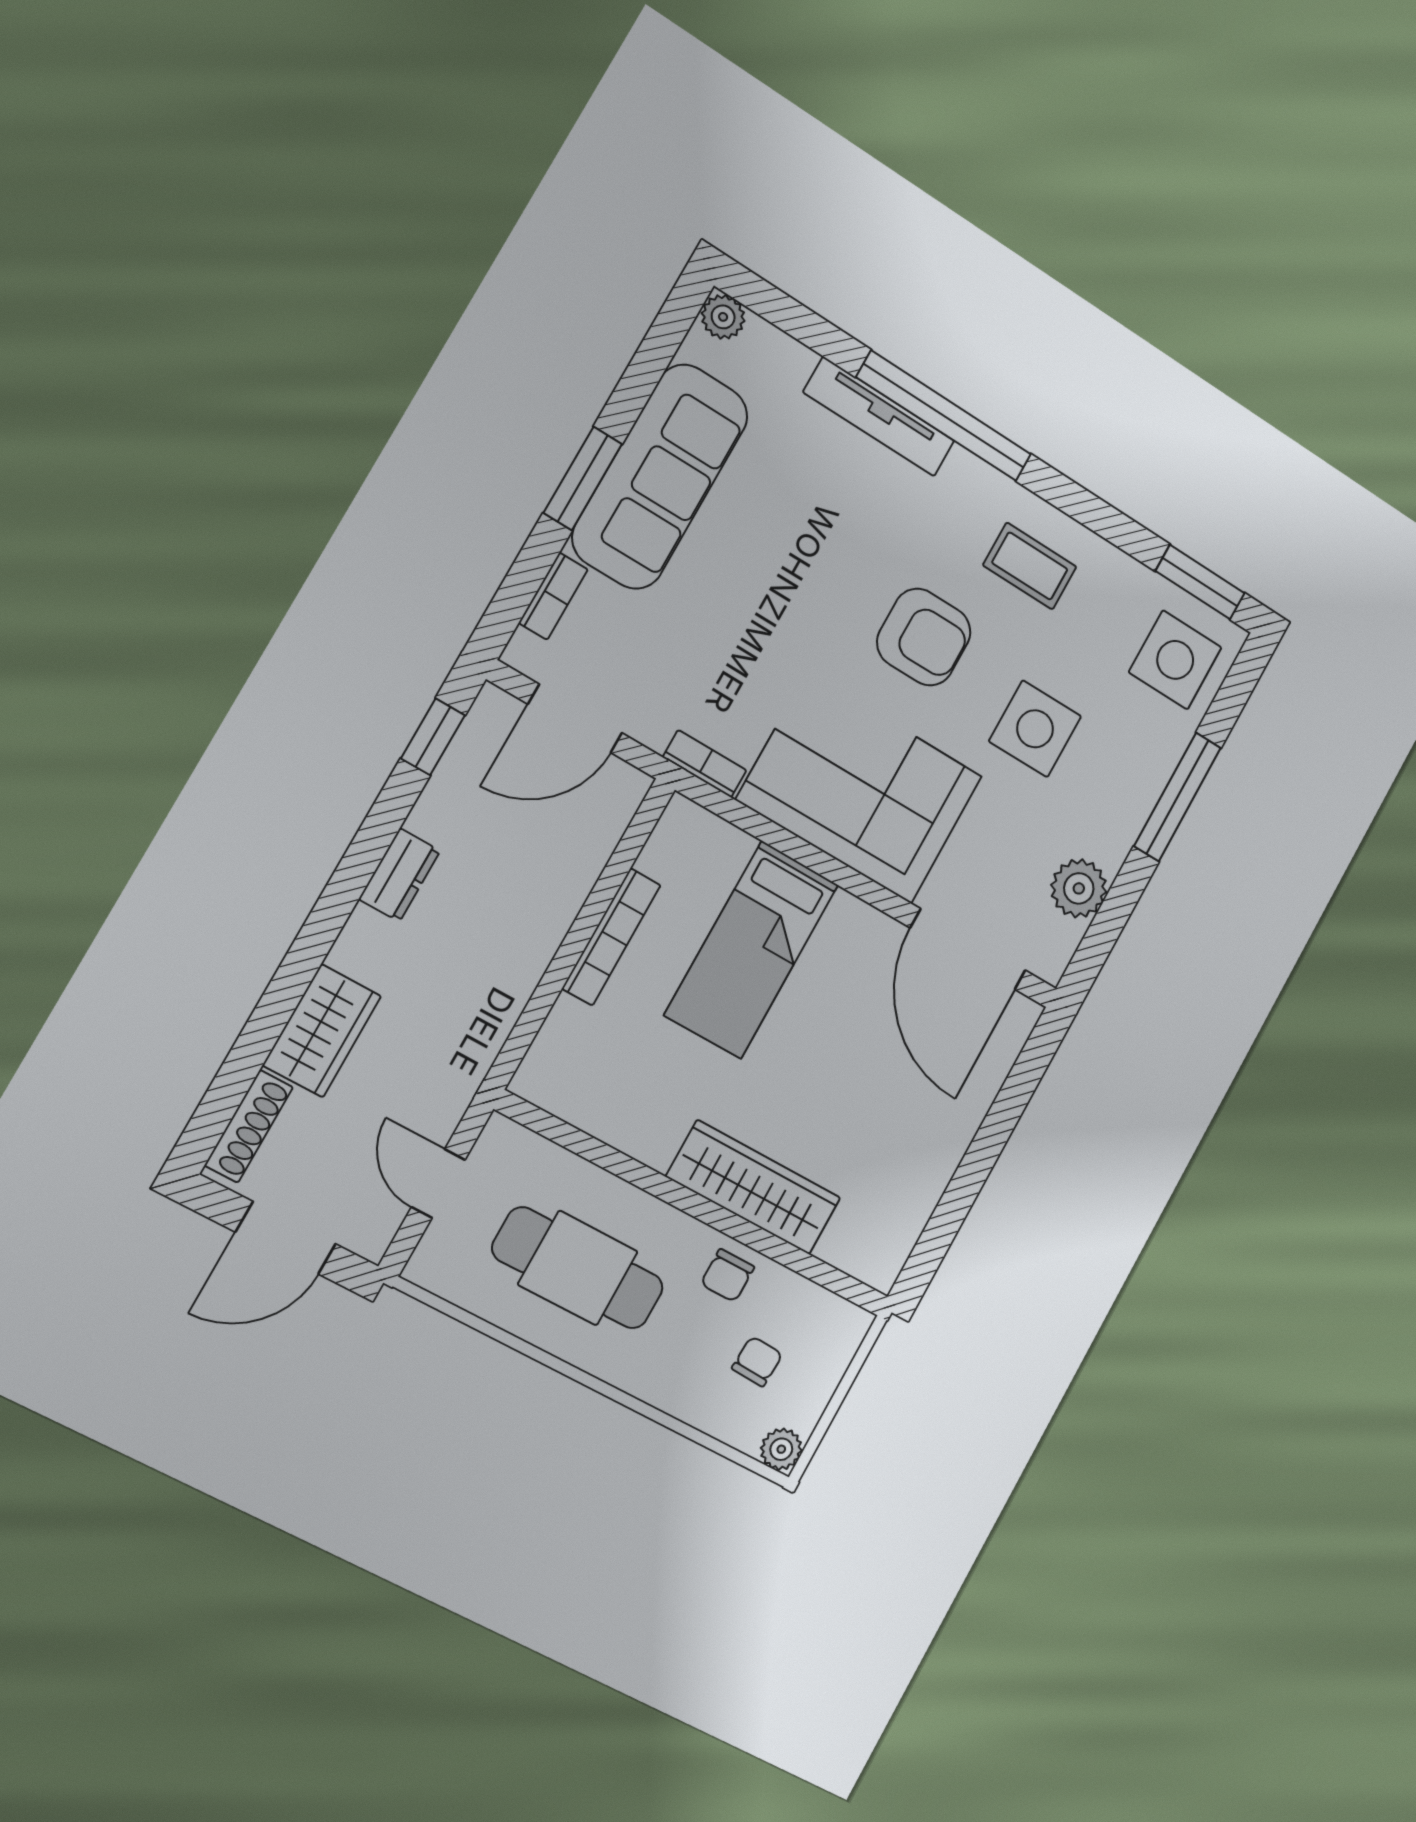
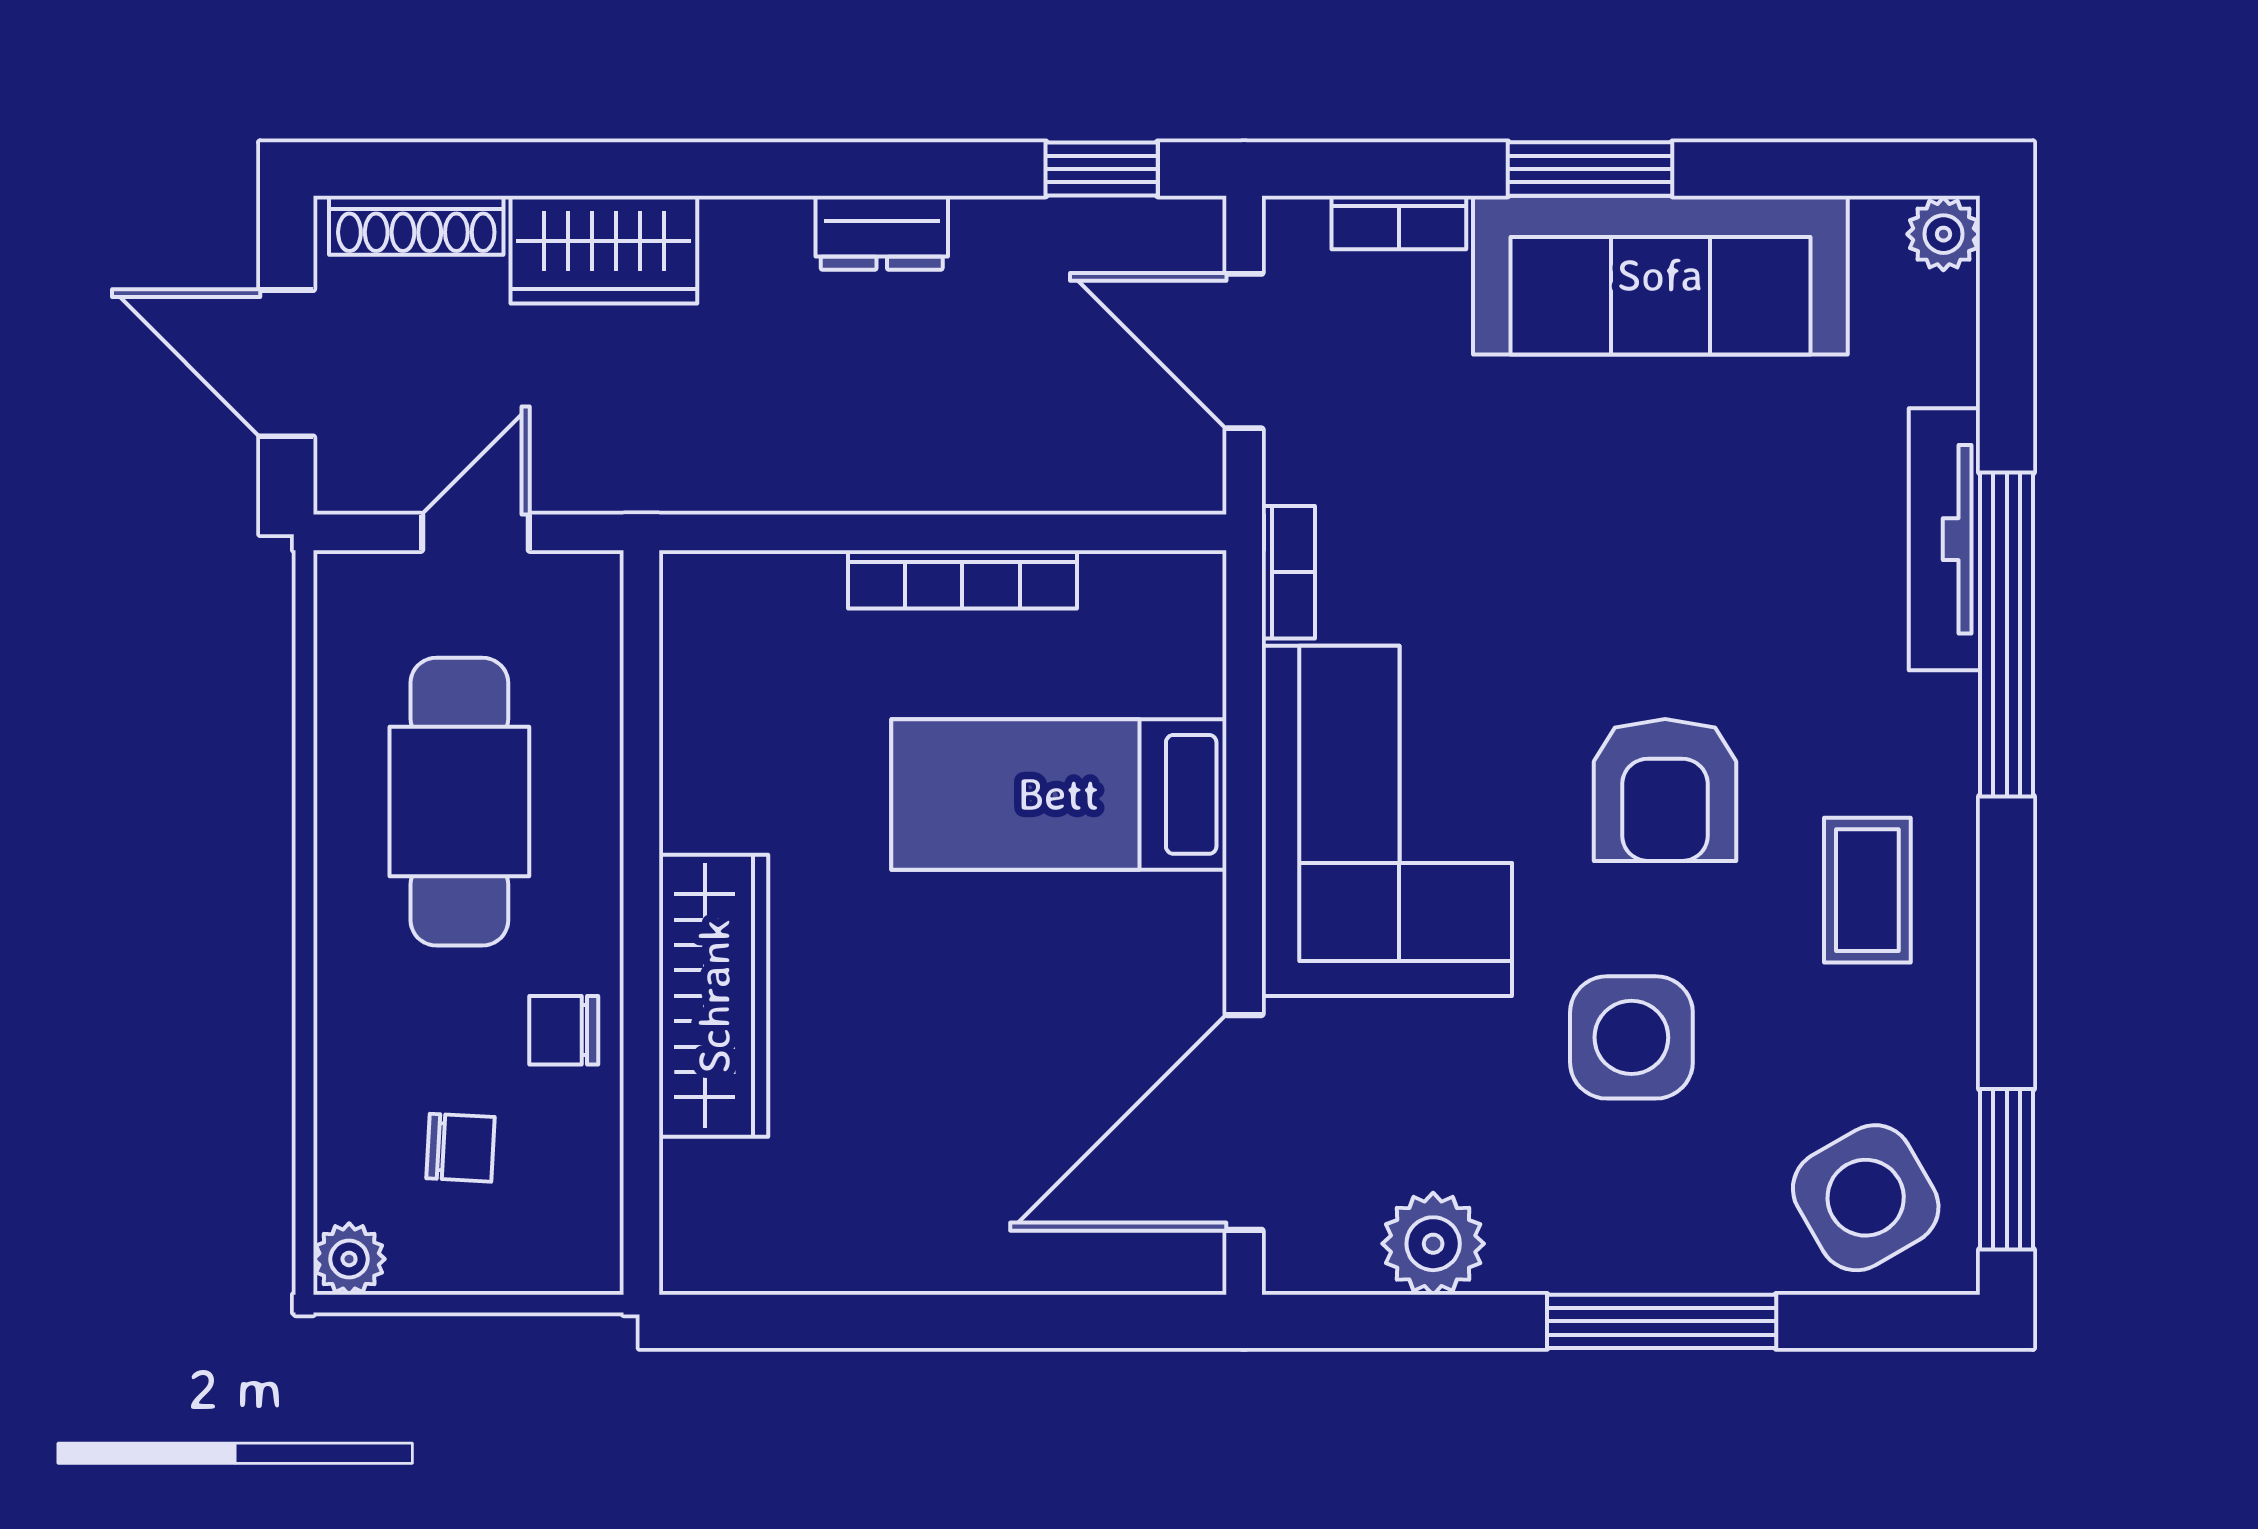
side table: (1175, 660) -> (1866, 1198), turned -30

